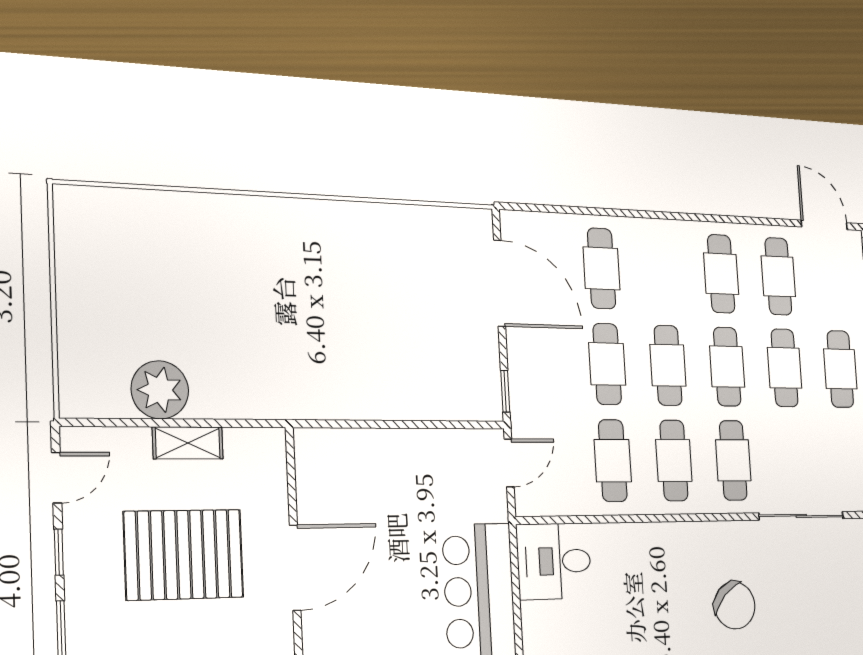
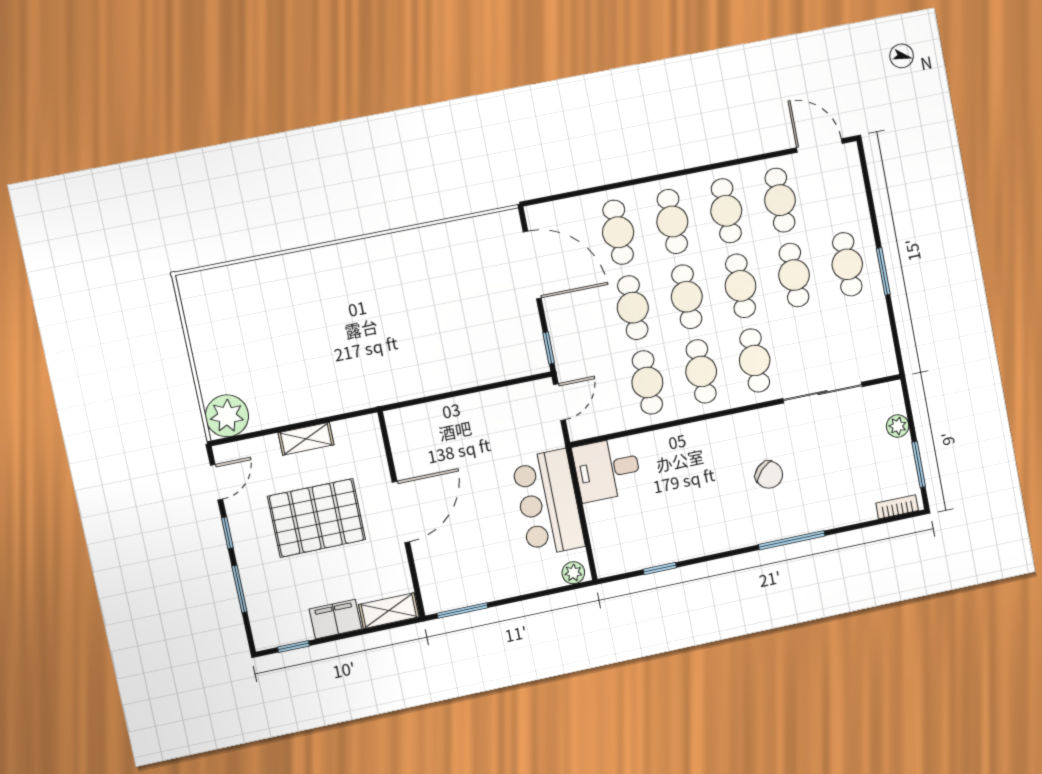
cafe table: (662, 271) -> (672, 221), added
plant: (160, 390) -> (227, 416), moved
chair: (735, 605) -> (769, 475), width x0.73, depth x0.73

